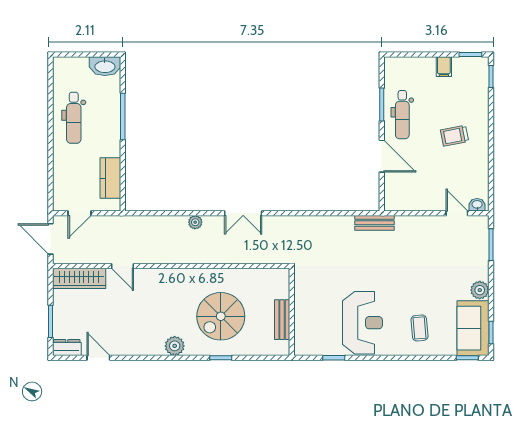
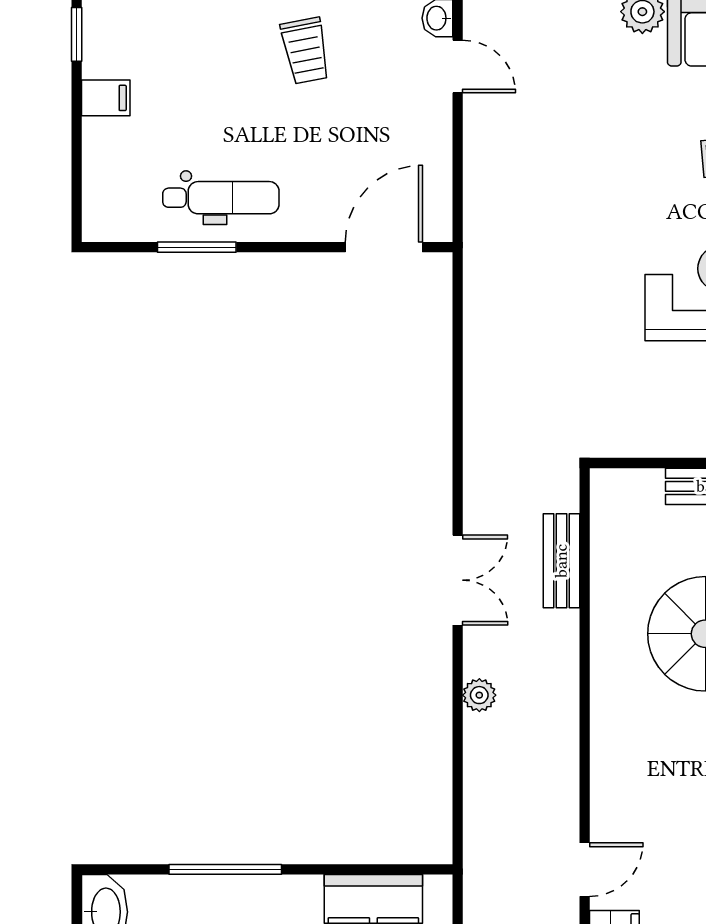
trolley: (454, 136) -> (305, 51), moved
door: (382, 156) -> (384, 247), moved
door: (457, 213) -> (458, 66), swing flipped
bench: (375, 223) -> (561, 561), moved

